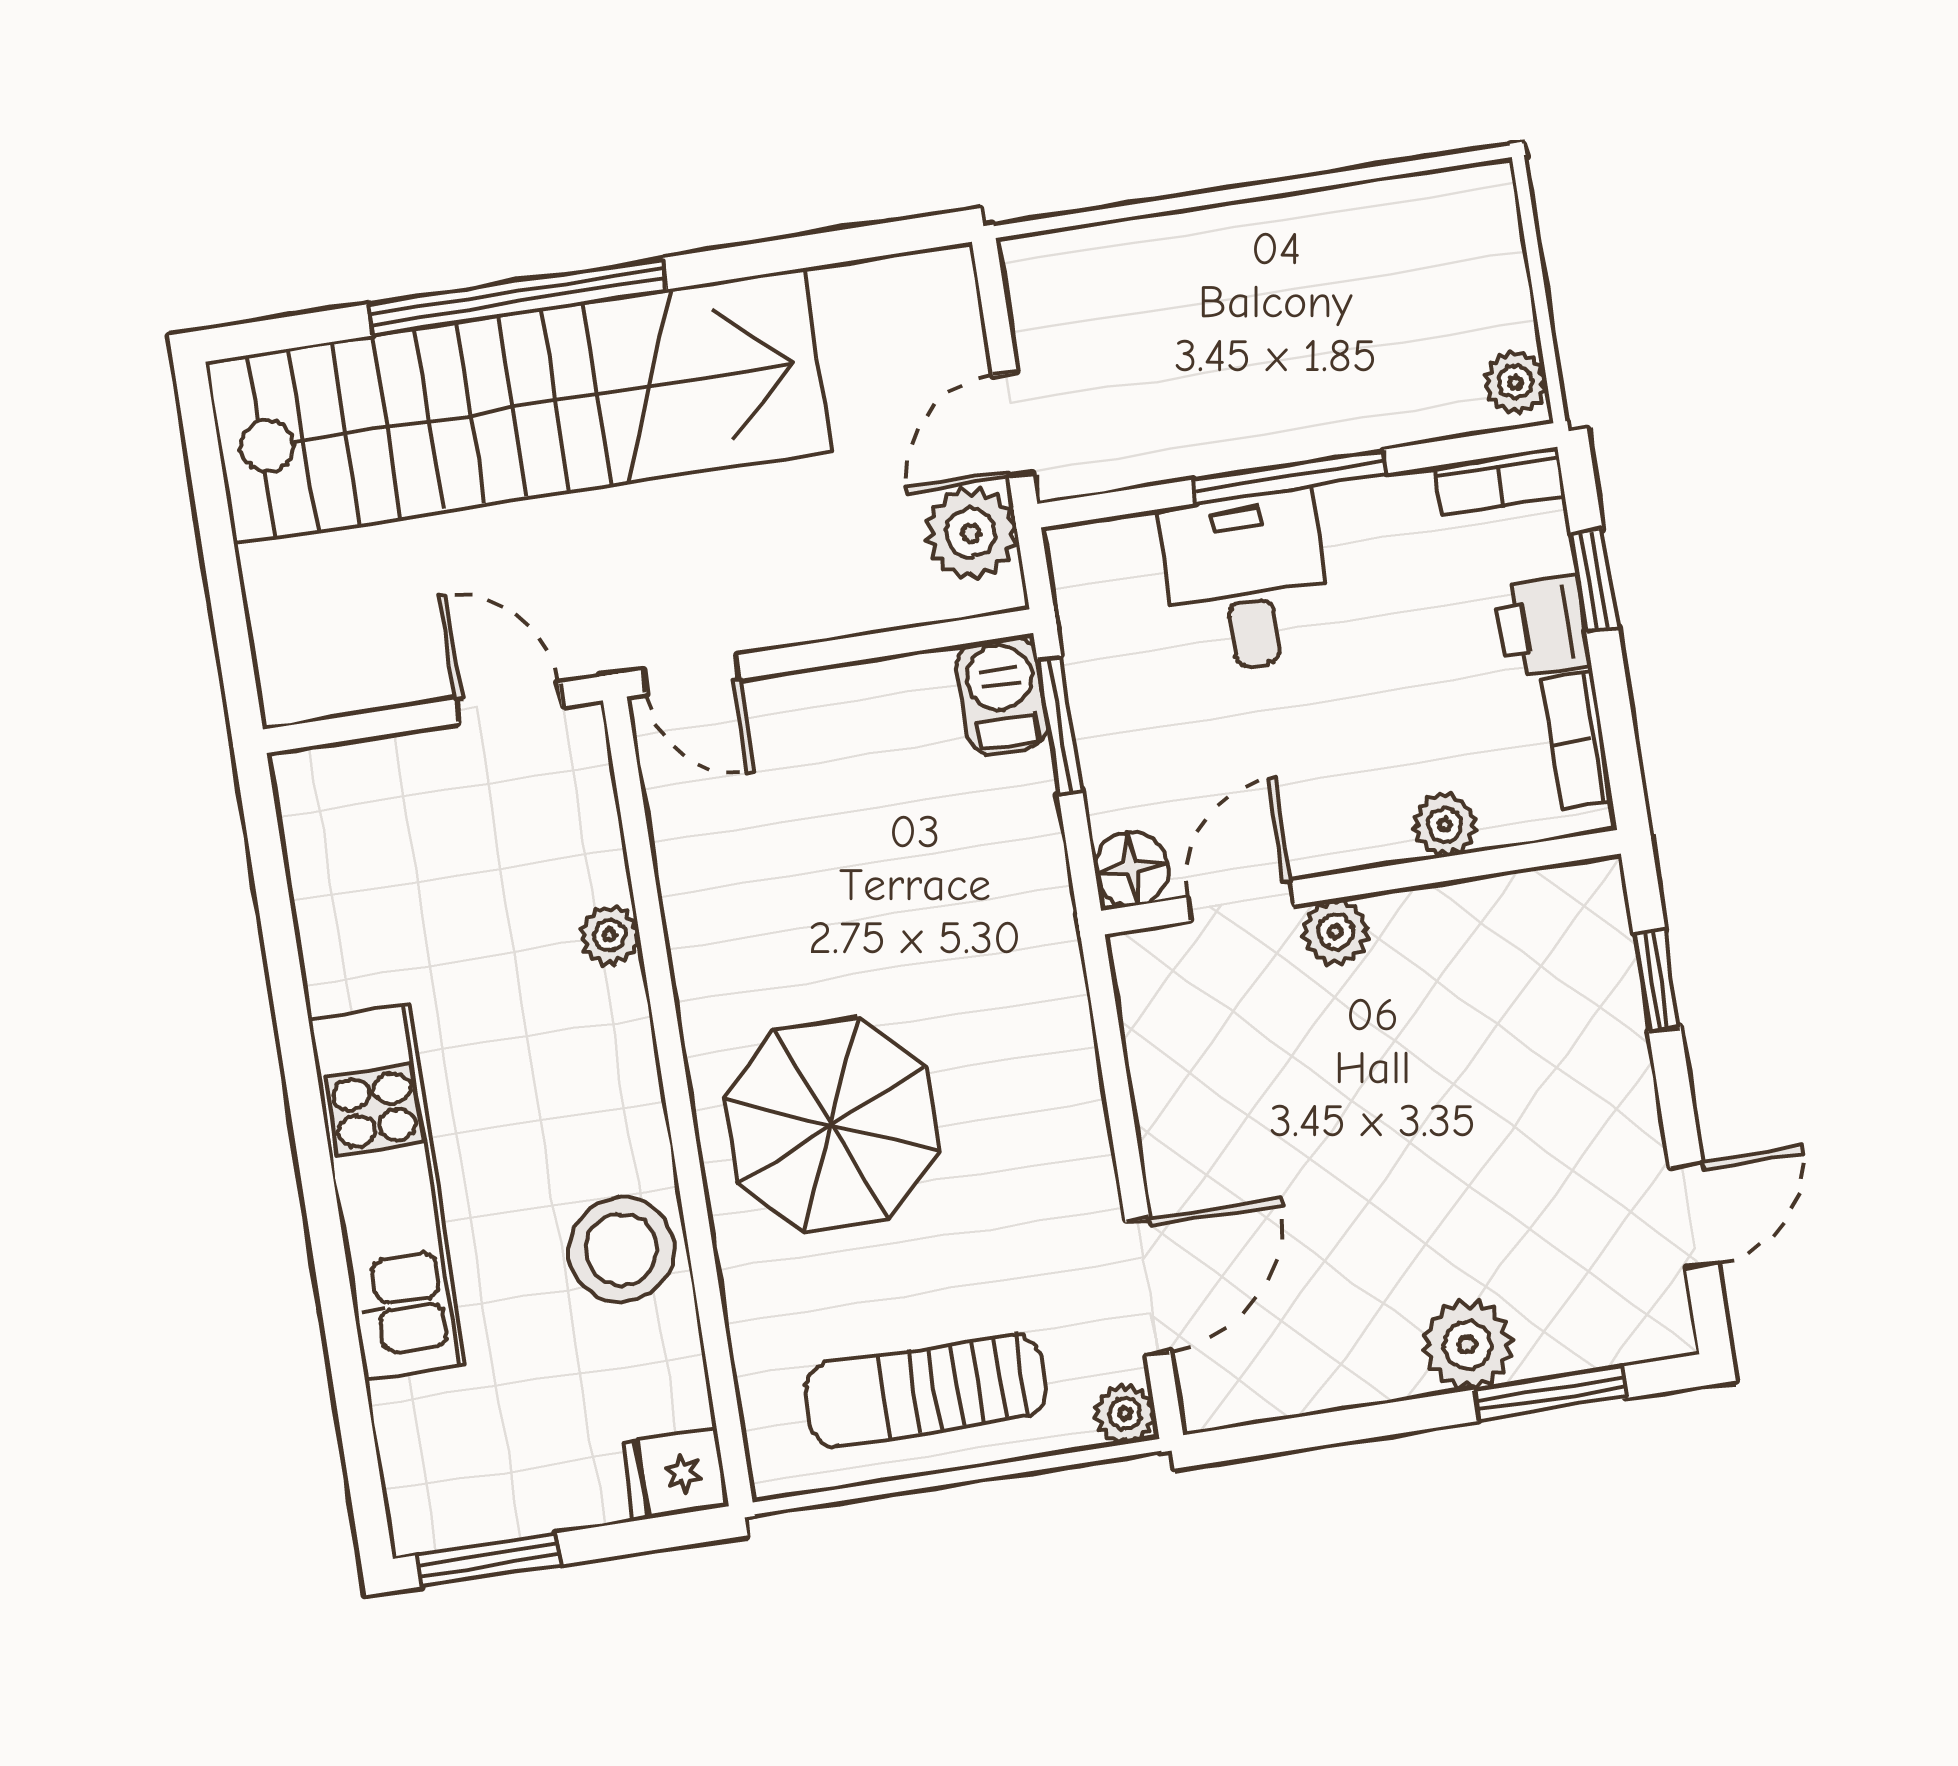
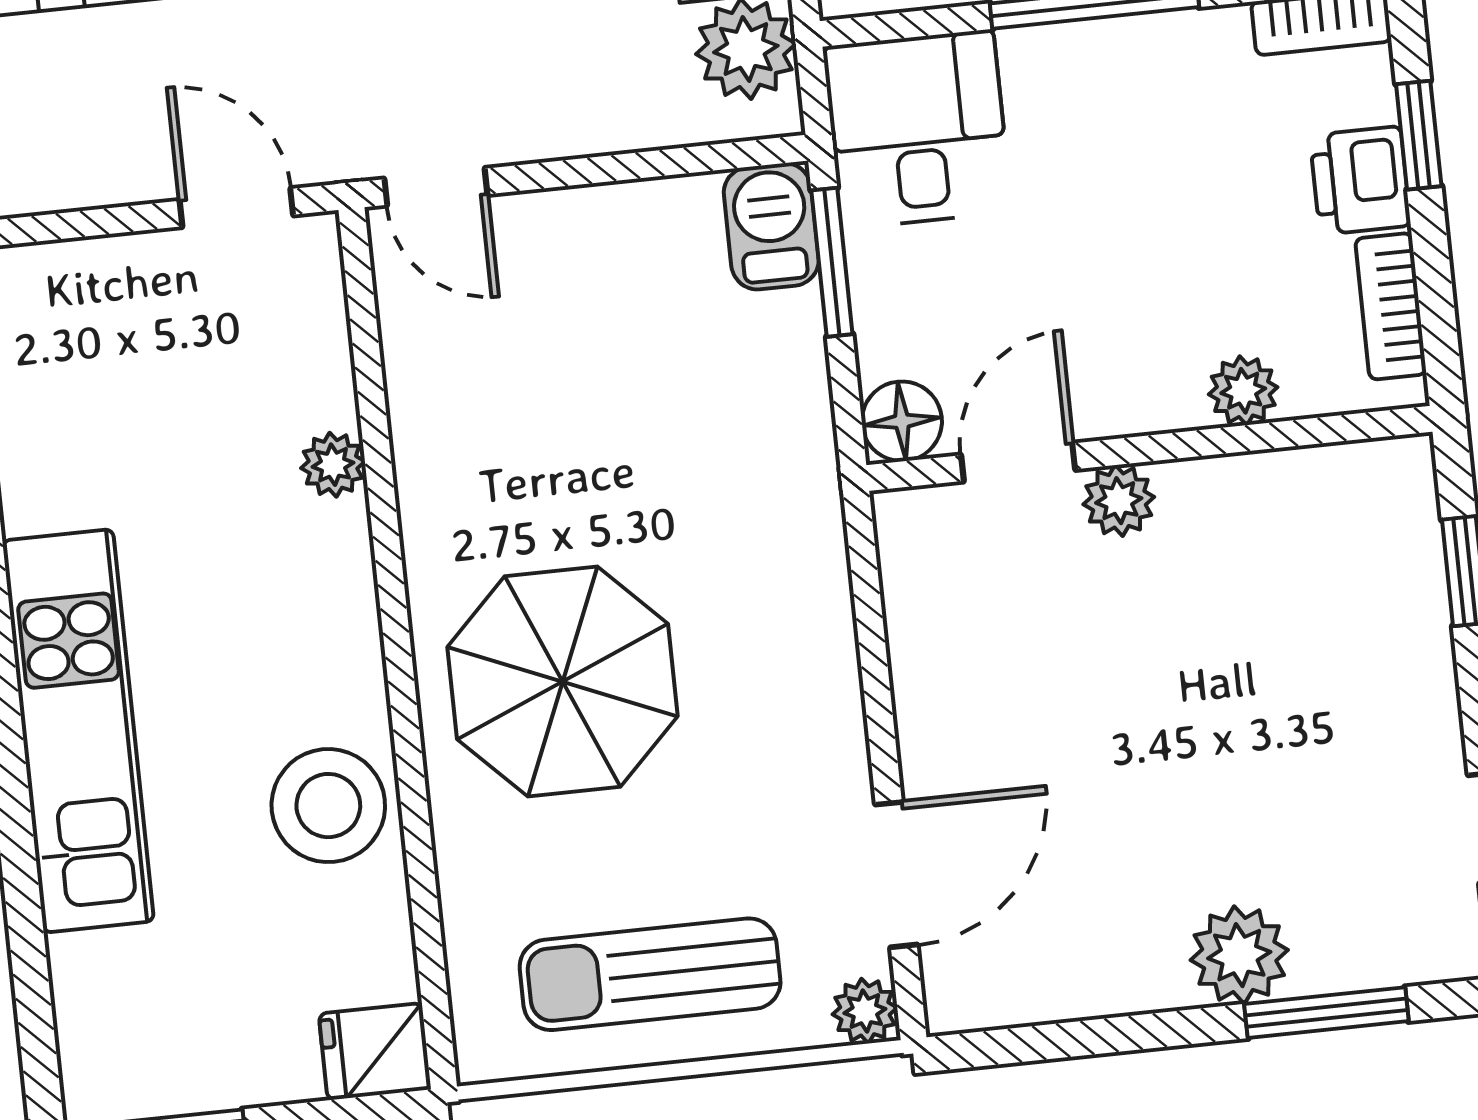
desk: (1246, 581) -> (918, 129), moved

